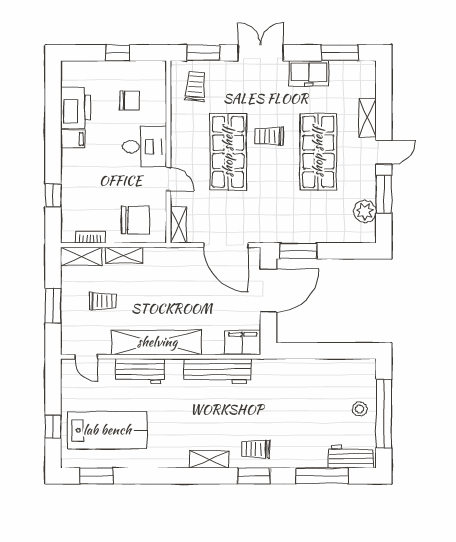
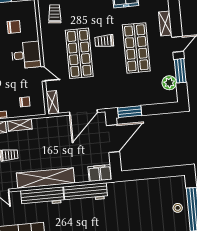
chair: (135, 220) -> (25, 102), width x0.54, depth x0.54
door: (226, 245) -> (83, 112), hinge flipped
workbench: (140, 371) -> (42, 197), width x1.38

